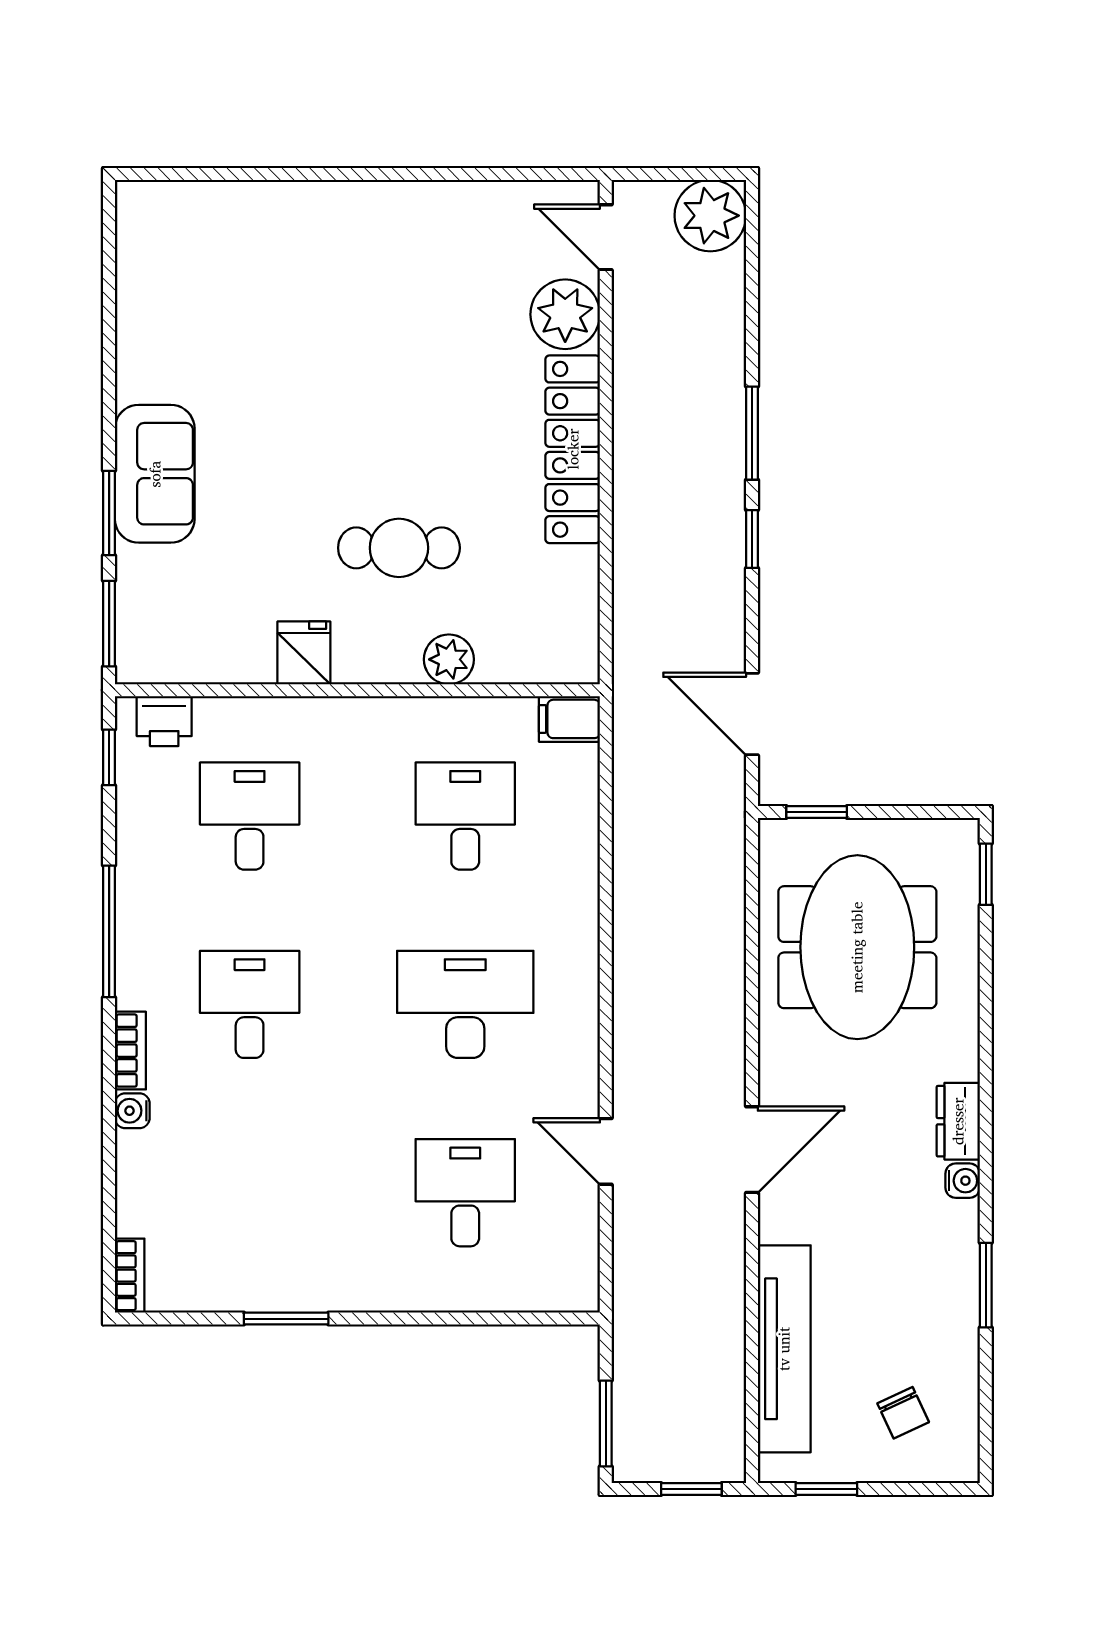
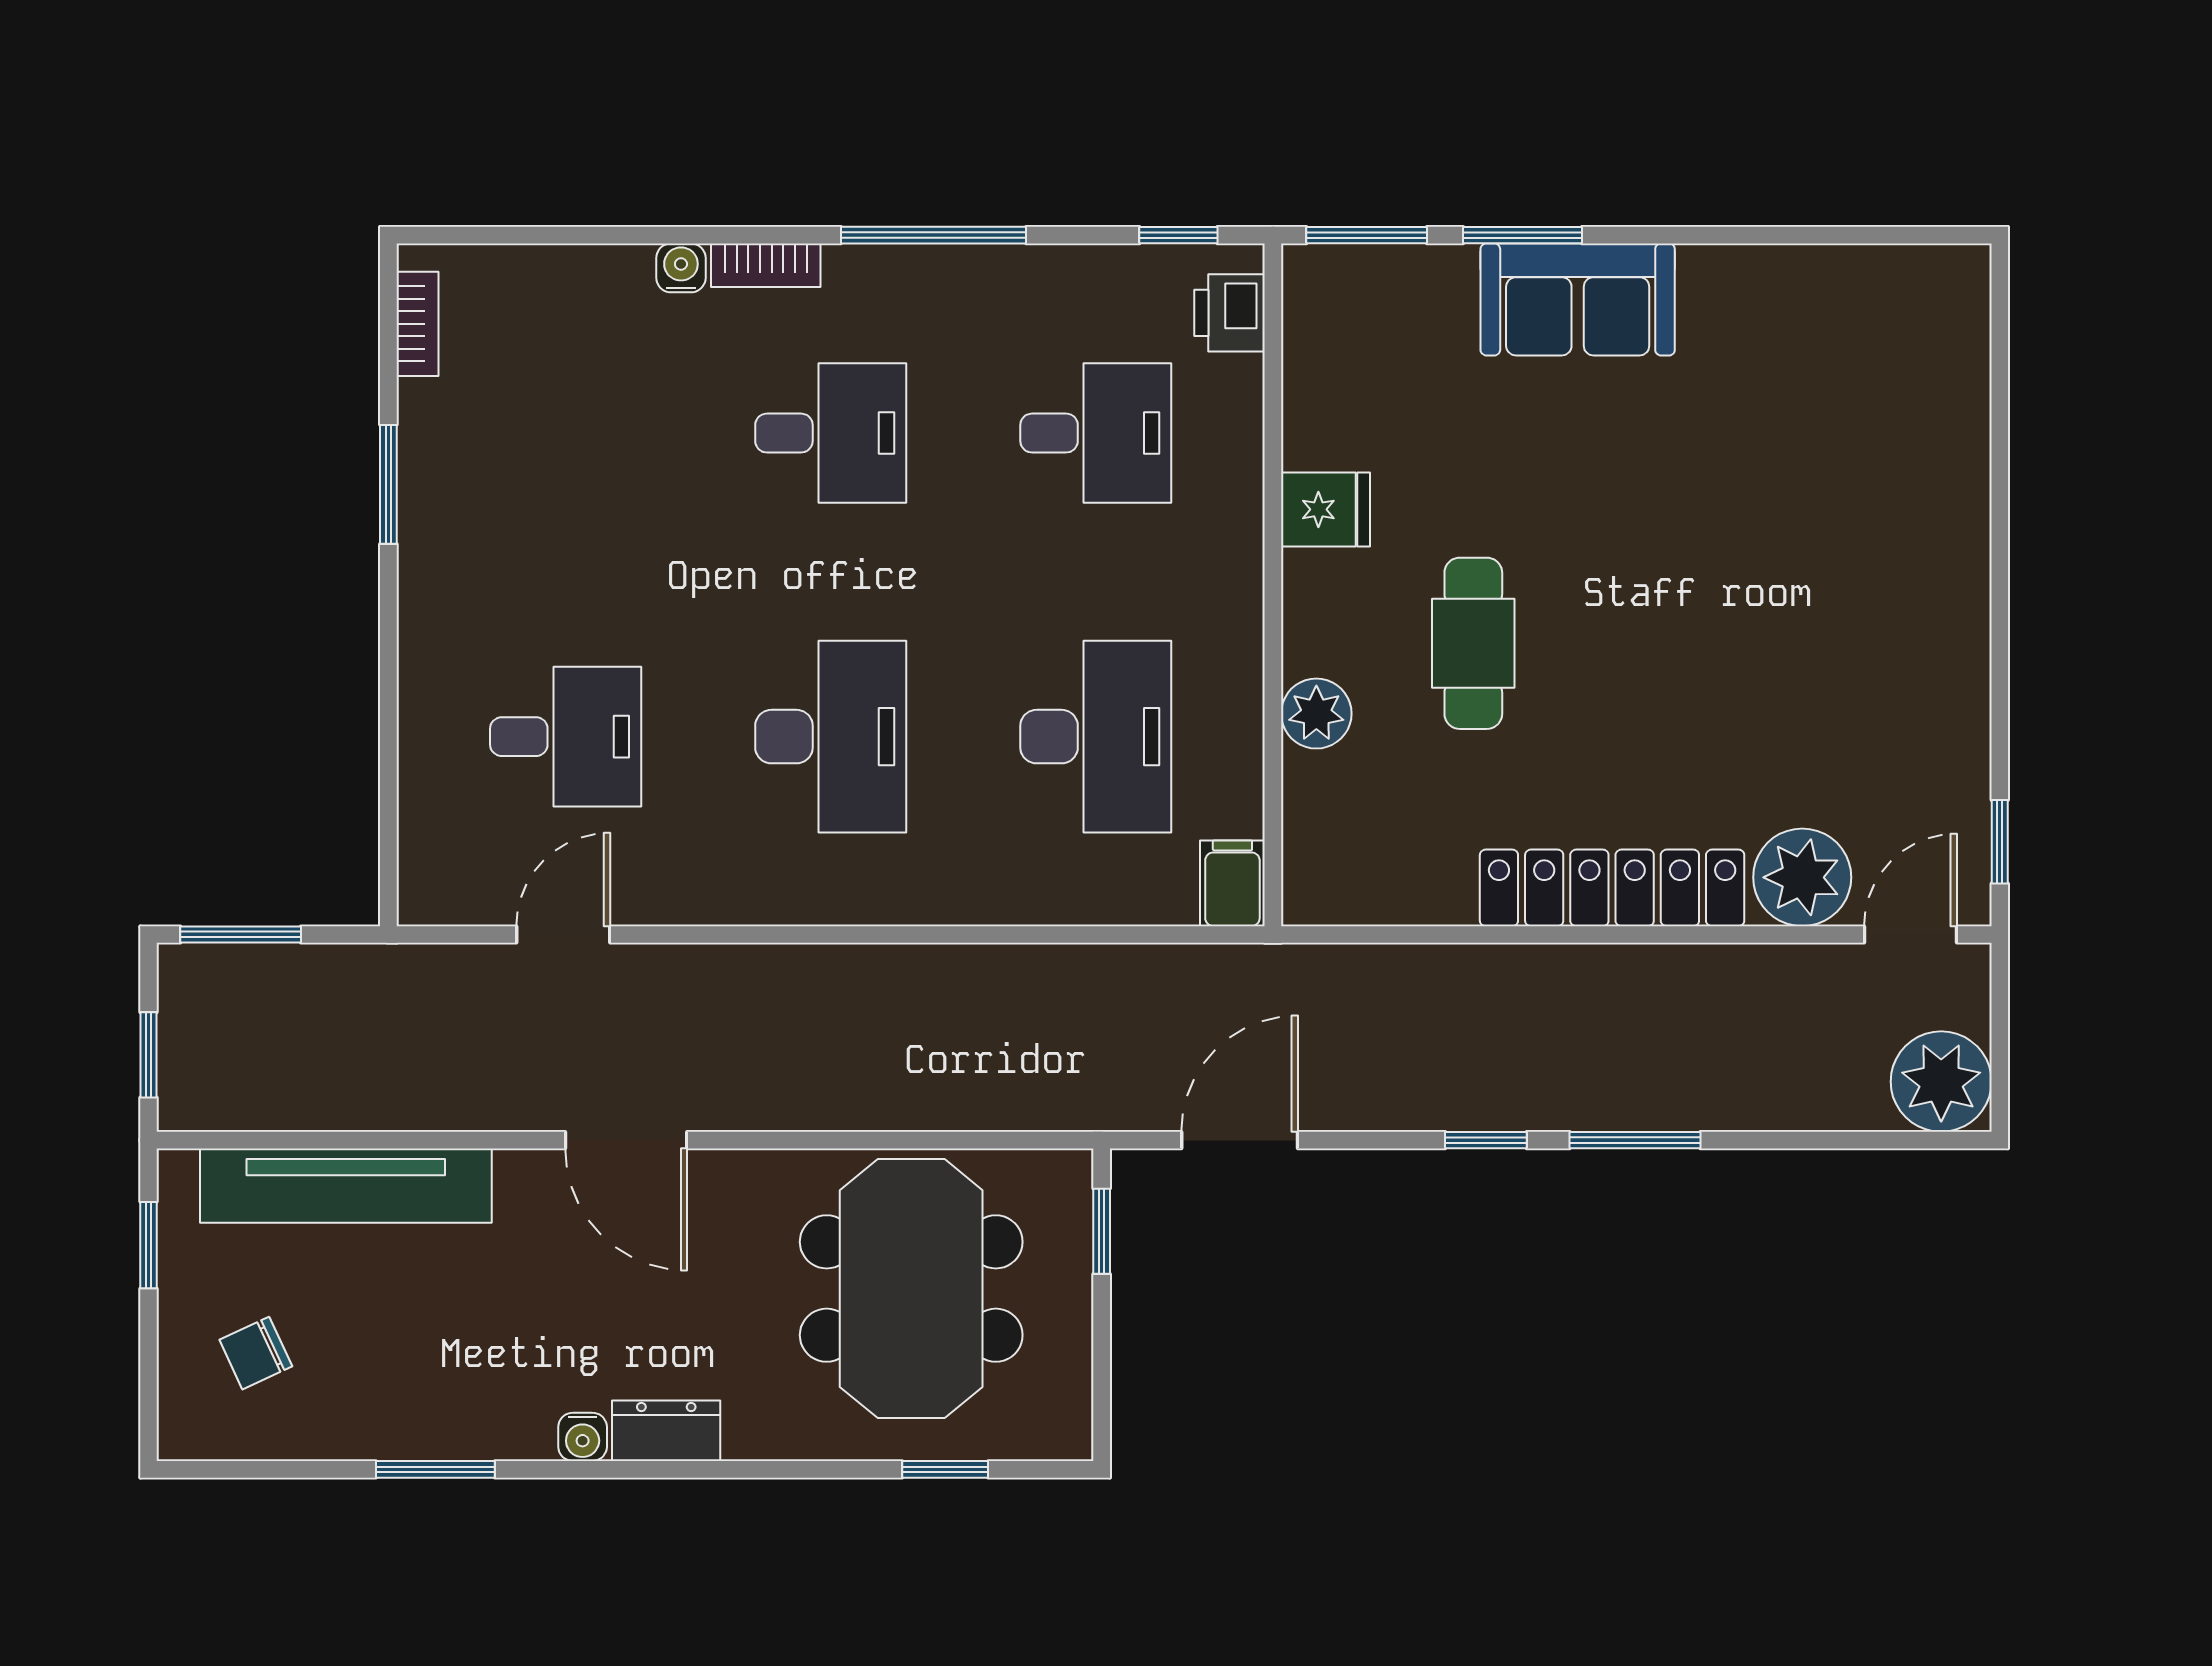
window: (540, 174) -> (2000, 842), added
desk: (465, 816) -> (1096, 737), width x1.37
window: (986, 874) -> (945, 1469), moved
meeting table: (857, 947) -> (911, 1289), turned 90
door: (606, 1151) -> (563, 934), moved
bookcase: (130, 1276) -> (418, 324), moved, turned -90

